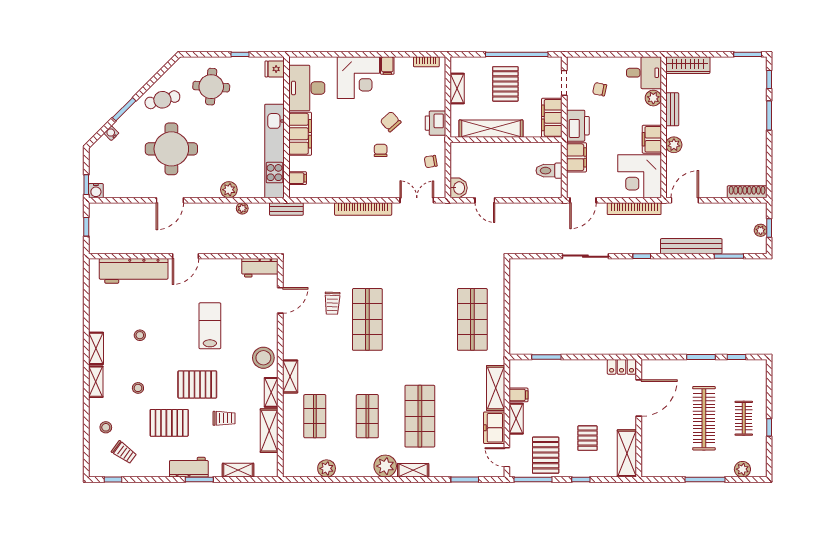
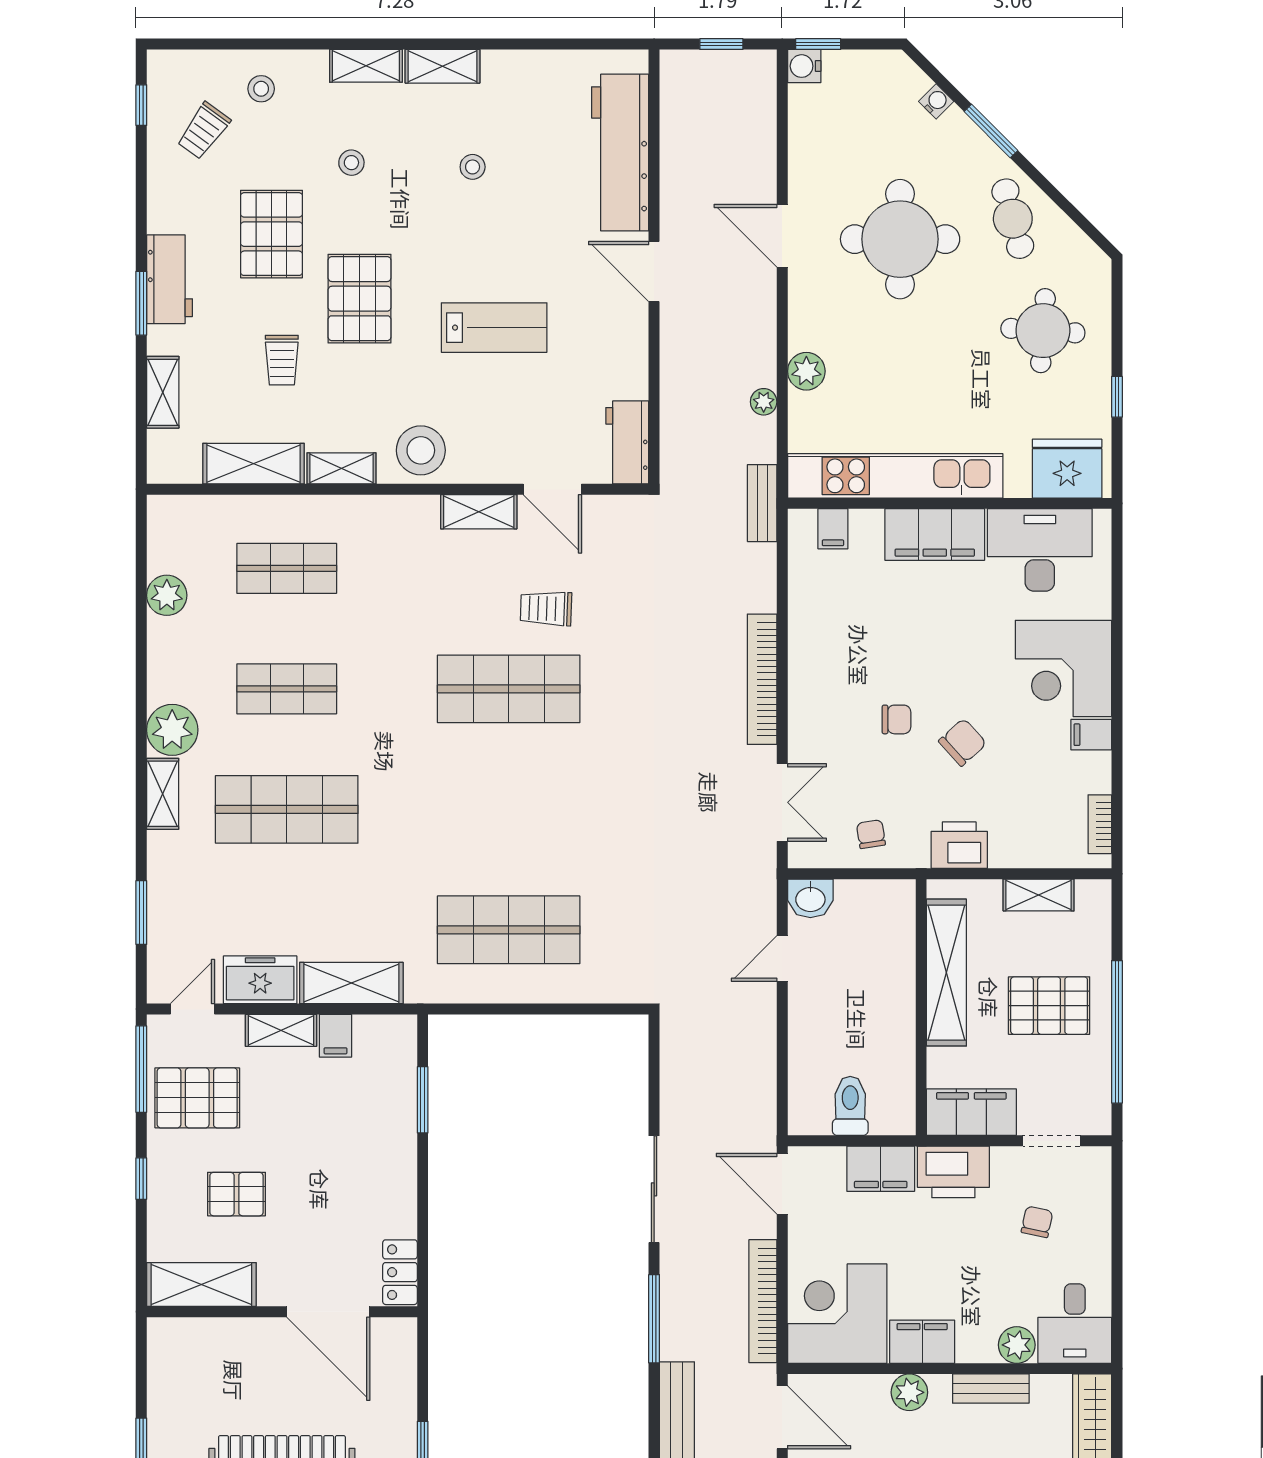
fridge: (275, 69) -> (1067, 469), width x1.88, depth x1.34
window: (642, 256) -> (654, 1319), width x2.17
shelving: (290, 376) -> (479, 512), moved

